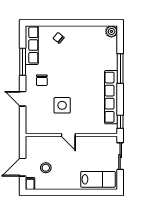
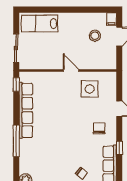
window: (23, 62) -> (119, 148), width x0.46
side table: (62, 105) -> (90, 89), moved

